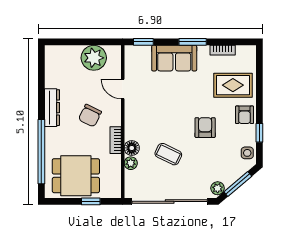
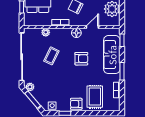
sofa: (174, 58) -> (112, 55), width x1.36
armchair: (205, 128) -> (81, 59), moved
floor lamp: (132, 148) -> (76, 33), moved

